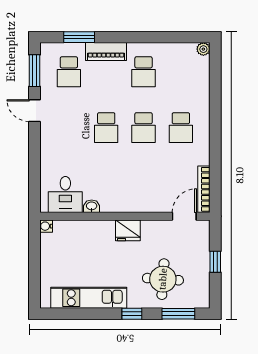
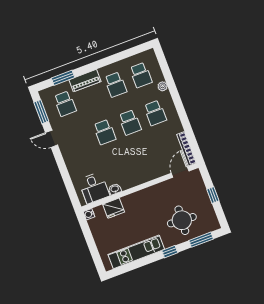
plant: (203, 49) -> (163, 86), moved
school desk: (181, 72) -> (141, 75), added
fridge: (128, 230) -> (114, 208), moved

